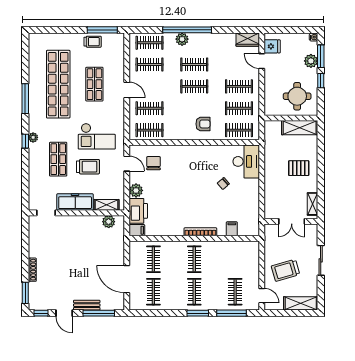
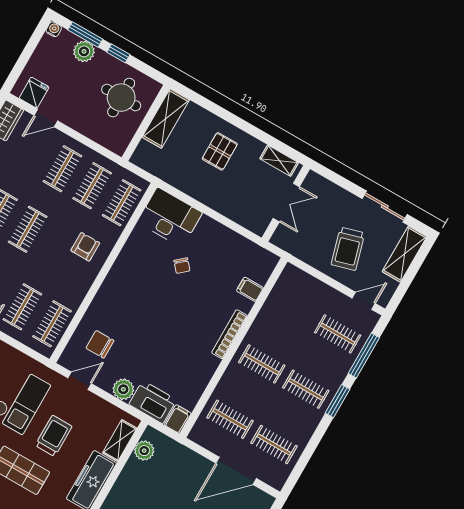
sliding door: (321, 260) -> (385, 207), moved

